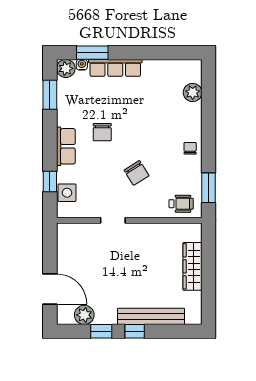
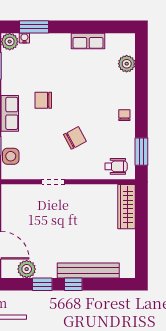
row of seats: (115, 68) -> (88, 41), moved, width x0.68
chair: (102, 132) -> (43, 100), turned 90
chair: (137, 173) -> (75, 138), turned -86
wardrobe: (192, 266) -> (127, 207), moved

